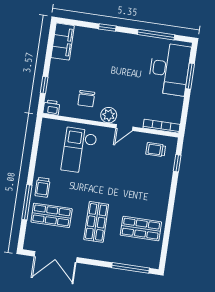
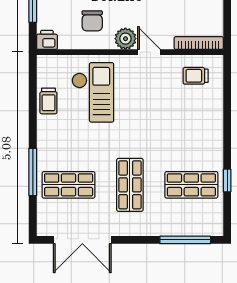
door: (124, 127) -> (149, 52), swing flipped
checkout: (79, 151) -> (93, 92), turned 180
window: (177, 163) -> (227, 181), moved
trolley: (42, 187) -> (48, 101), moved

